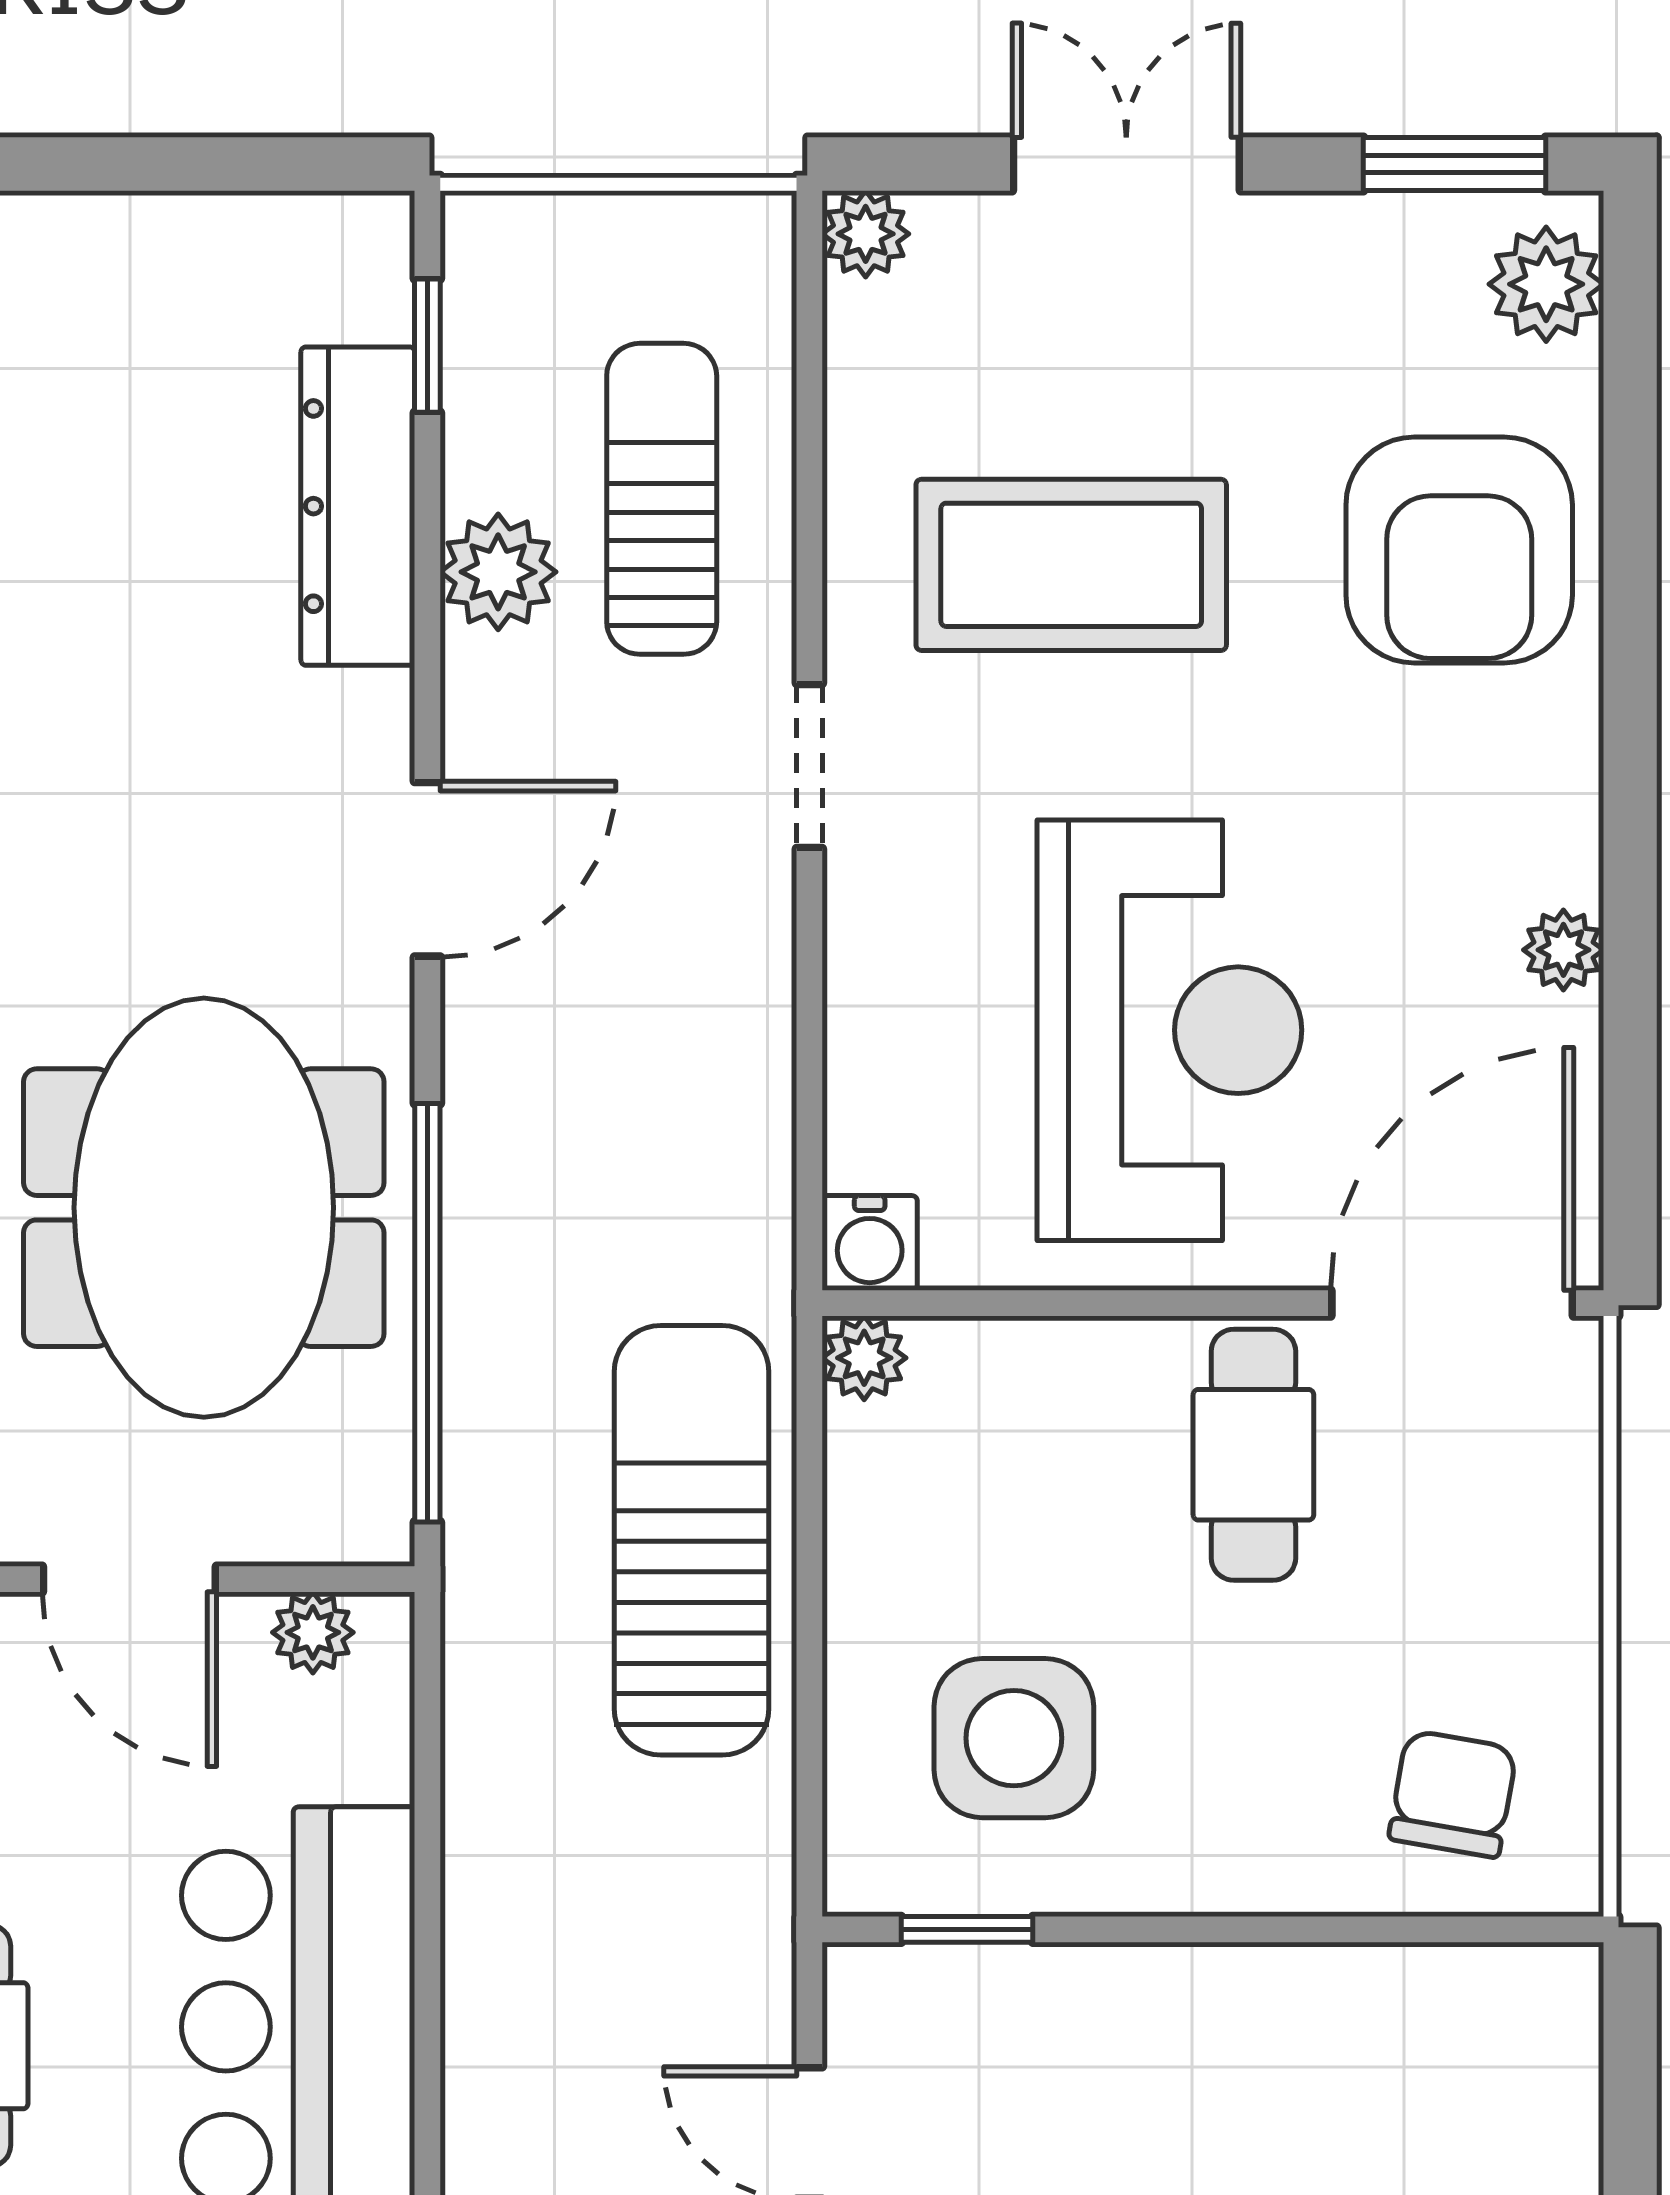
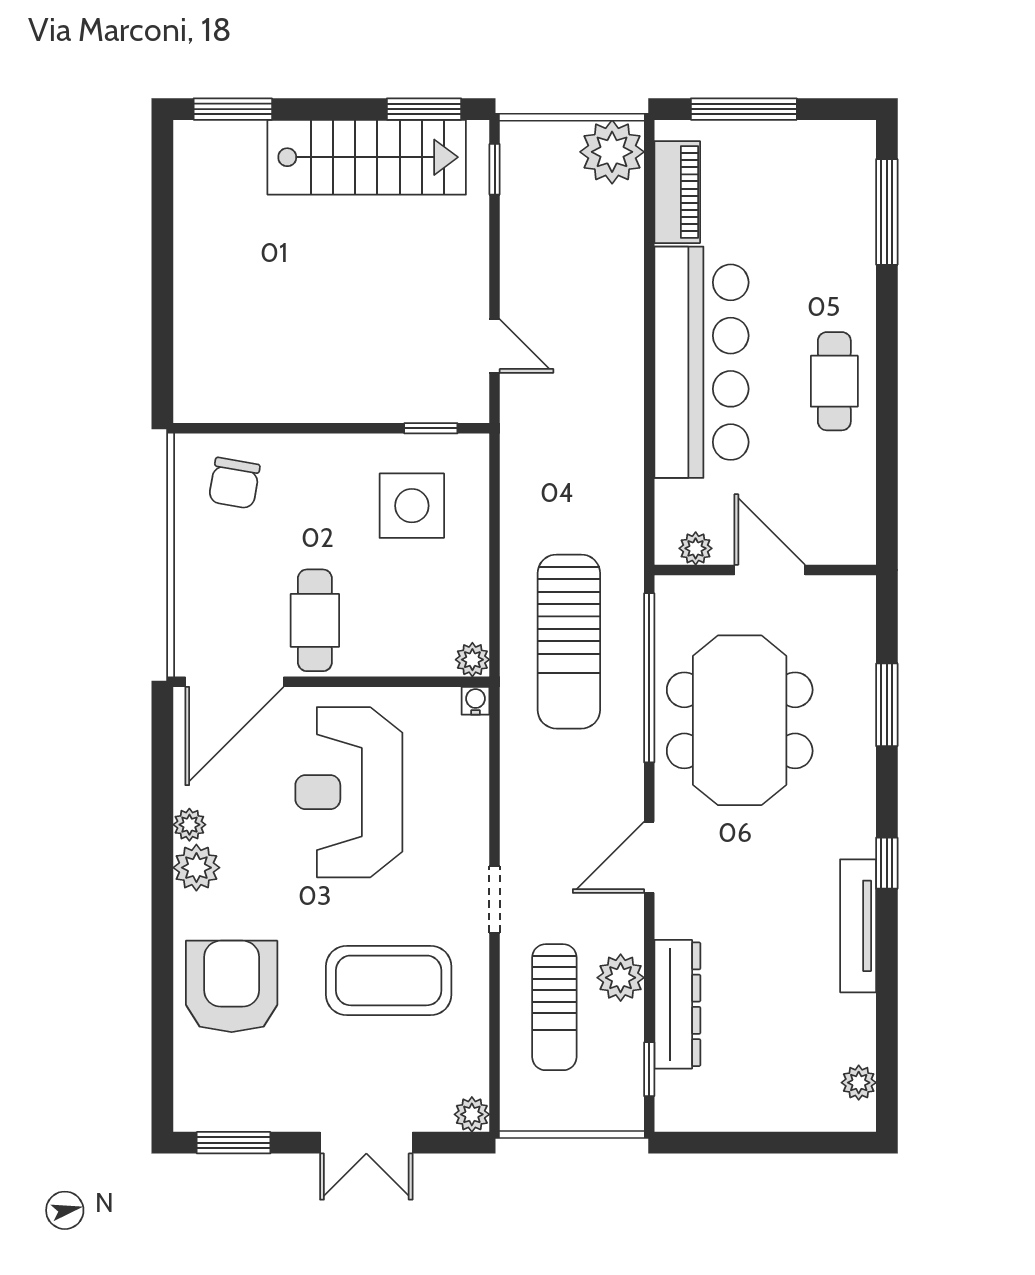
plant: (1546, 284) -> (196, 868), moved
water cooler: (870, 1243) -> (476, 701), width x0.72, depth x0.72
sun lounger: (692, 1540) -> (569, 642), moved

